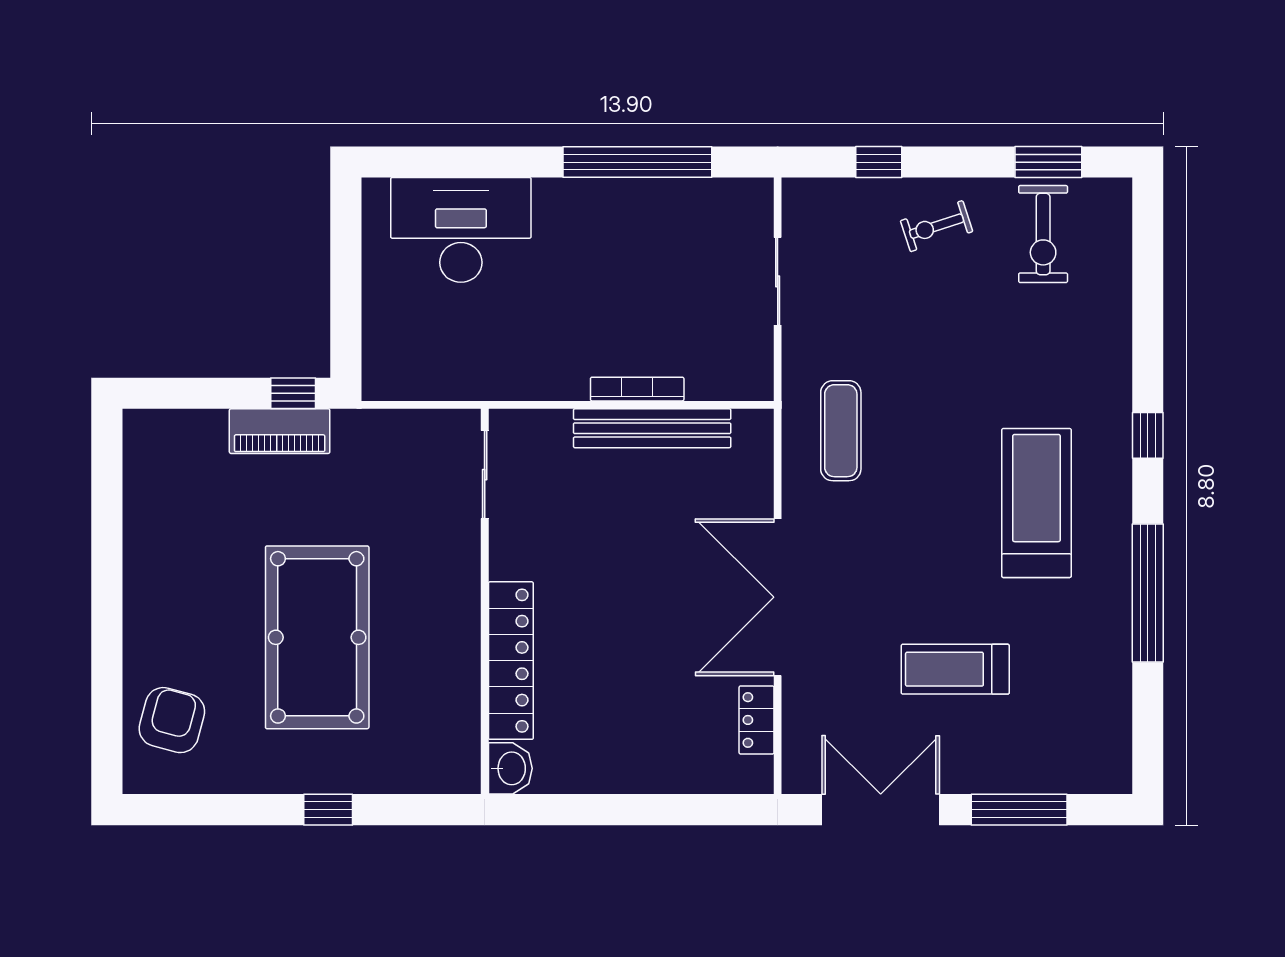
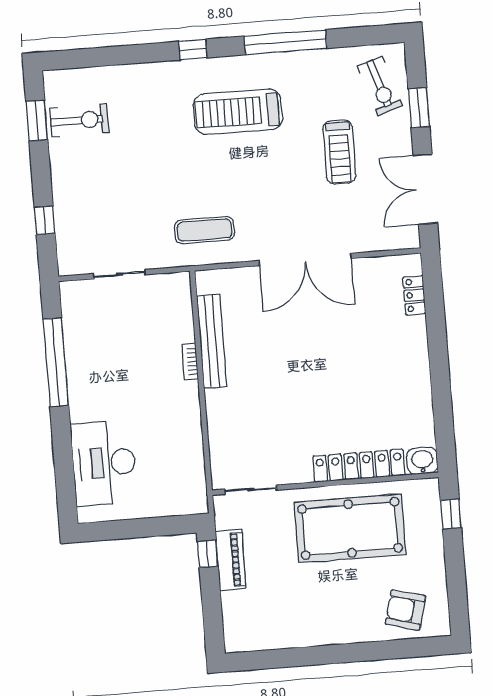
exercise bike: (937, 226) -> (380, 86), moved, width x1.38, depth x1.39
bookcase: (637, 389) -> (190, 362), width x0.64
sliding door: (485, 475) -> (251, 490), moved
wall: (485, 601) -> (325, 484), moved
locker: (511, 661) -> (359, 466), moved
locker: (757, 720) -> (414, 295), moved, turned 90
washbasin: (510, 768) -> (422, 461), moved
window: (1019, 810) -> (419, 108), width x0.69

